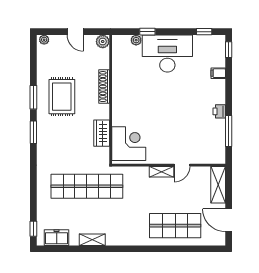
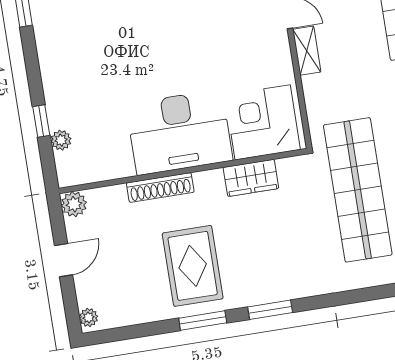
desk: (167, 54) -> (179, 132), moved, turned -90
rug: (62, 97) -> (193, 266), turned 90

